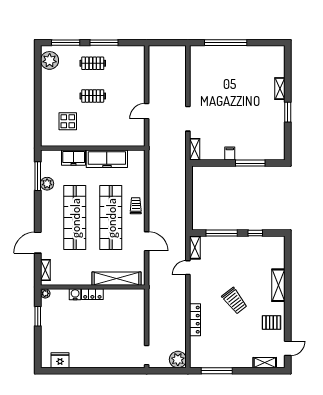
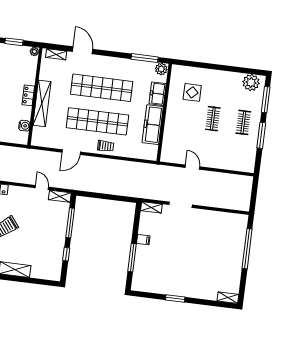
shelving: (280, 89) -> (228, 298), moved
plant: (47, 184) -> (161, 69), moved
shelving: (117, 279) -> (42, 103), moved
water cooler: (75, 294) -> (24, 126), moved

